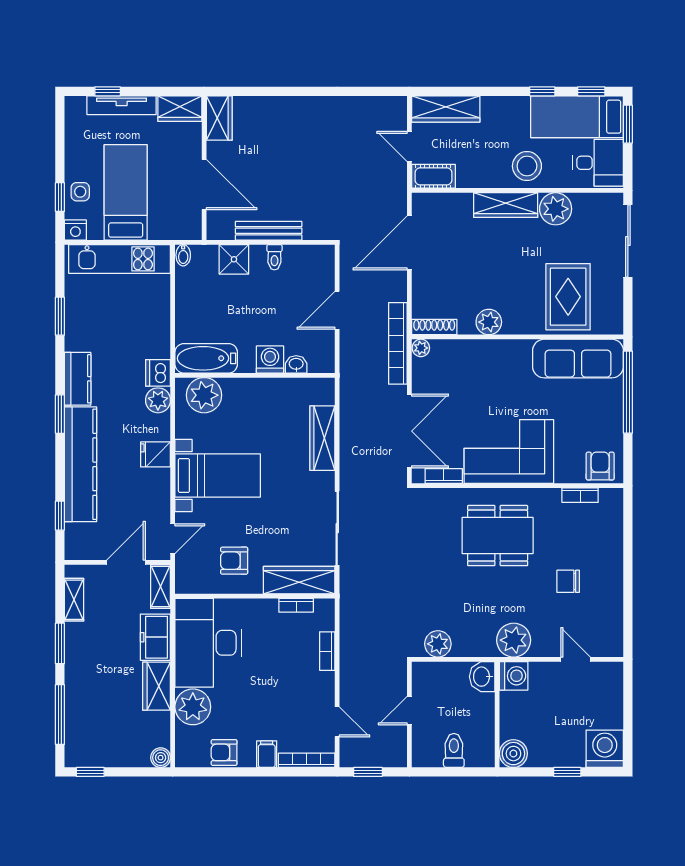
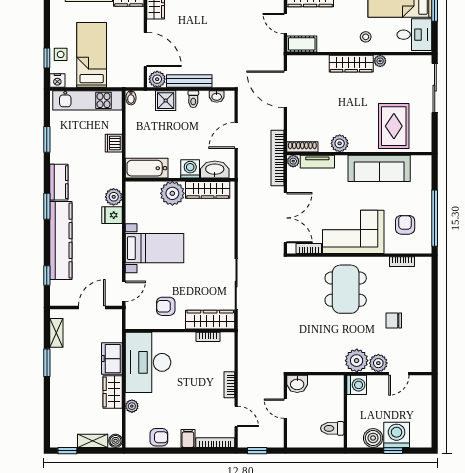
stool: (527, 166) -> (366, 37), width x0.53, depth x0.53
plant: (556, 209) -> (380, 61), width x0.53, depth x0.53
plant: (222, 228) -> (157, 79), added
door: (409, 243) -> (285, 89), hinge flipped
washbasin: (309, 253) -> (217, 96), added
tv unit: (456, 349) -> (317, 162), added
sofa: (578, 359) -> (379, 168), moved
washbasin: (296, 364) -> (215, 170), width x1.91, depth x1.45
dishwasher: (158, 373) -> (114, 143), moved
window: (628, 392) -> (435, 218), moved
plant: (204, 395) -> (172, 193), moved
wardrobe: (322, 438) -> (208, 190), moved, turned -90
fridge: (156, 454) -> (112, 215), moved
armchair: (600, 466) -> (405, 225), moved
dining table: (498, 536) -> (346, 289), turned 90
shelving: (161, 587) -> (93, 441), moved, turned 90
plant: (438, 644) -> (378, 363), moved
bookcase: (327, 651) -> (229, 385), moved
door: (576, 659) -> (399, 374), swing flipped
washbasin: (482, 677) -> (297, 384), moved, turned -90
plant: (193, 707) -> (132, 406), width x0.53, depth x0.53
door: (409, 711) -> (285, 409), hinge flipped
window: (60, 715) -> (47, 411), removed
washing machine: (605, 749) -> (397, 435), moved
toilet: (454, 750) -> (332, 428), moved, turned -90
armchair: (224, 752) -> (159, 437), turned 180
boiler: (513, 754) -> (373, 438), moved

